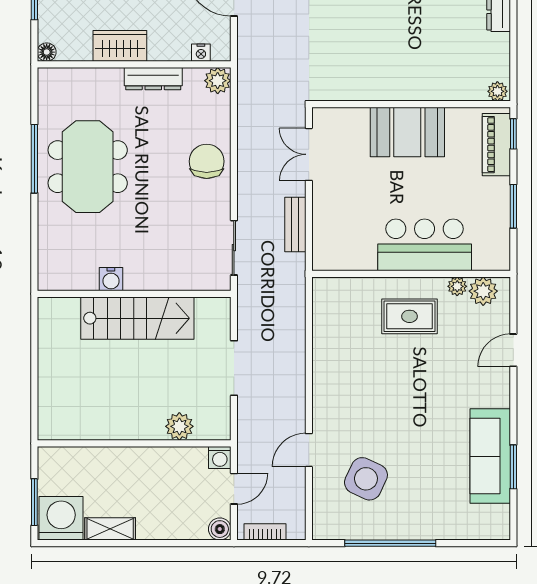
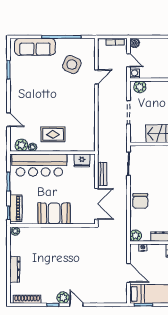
double door: (309, 154) -> (96, 204), width x1.37
bar counter: (425, 245) -> (39, 165), width x1.36
fridge: (342, 256) -> (82, 160), added
door: (513, 350) -> (8, 120), hinge flipped
plant: (179, 426) -> (140, 87), moved
sofa: (490, 456) -> (35, 47), moved, turned 90
door: (234, 489) -> (129, 60), swing flipped

